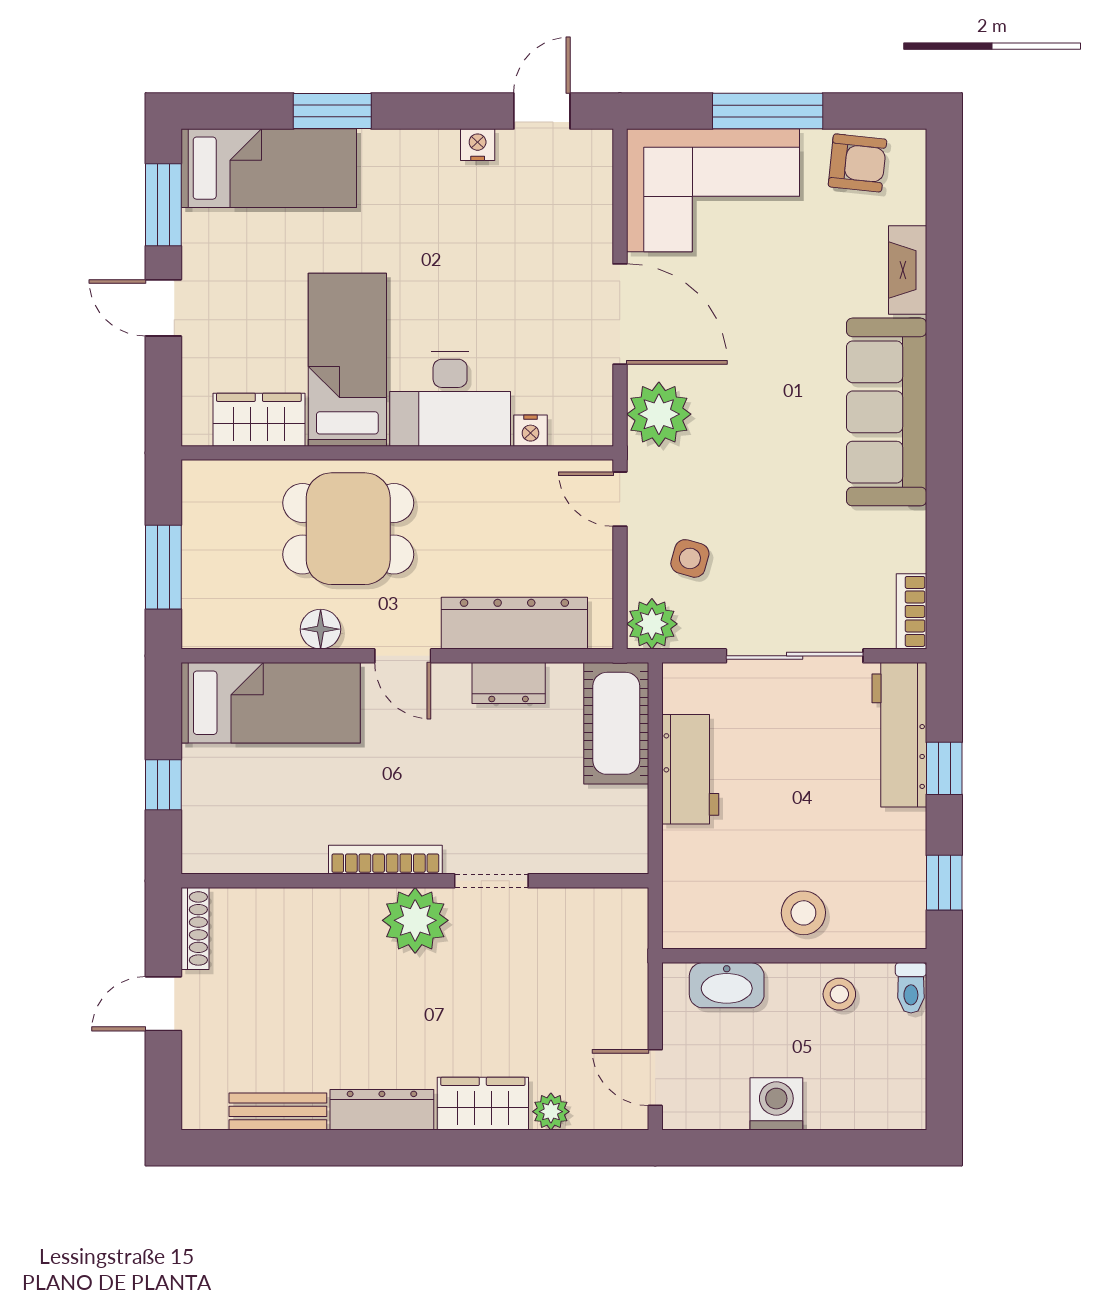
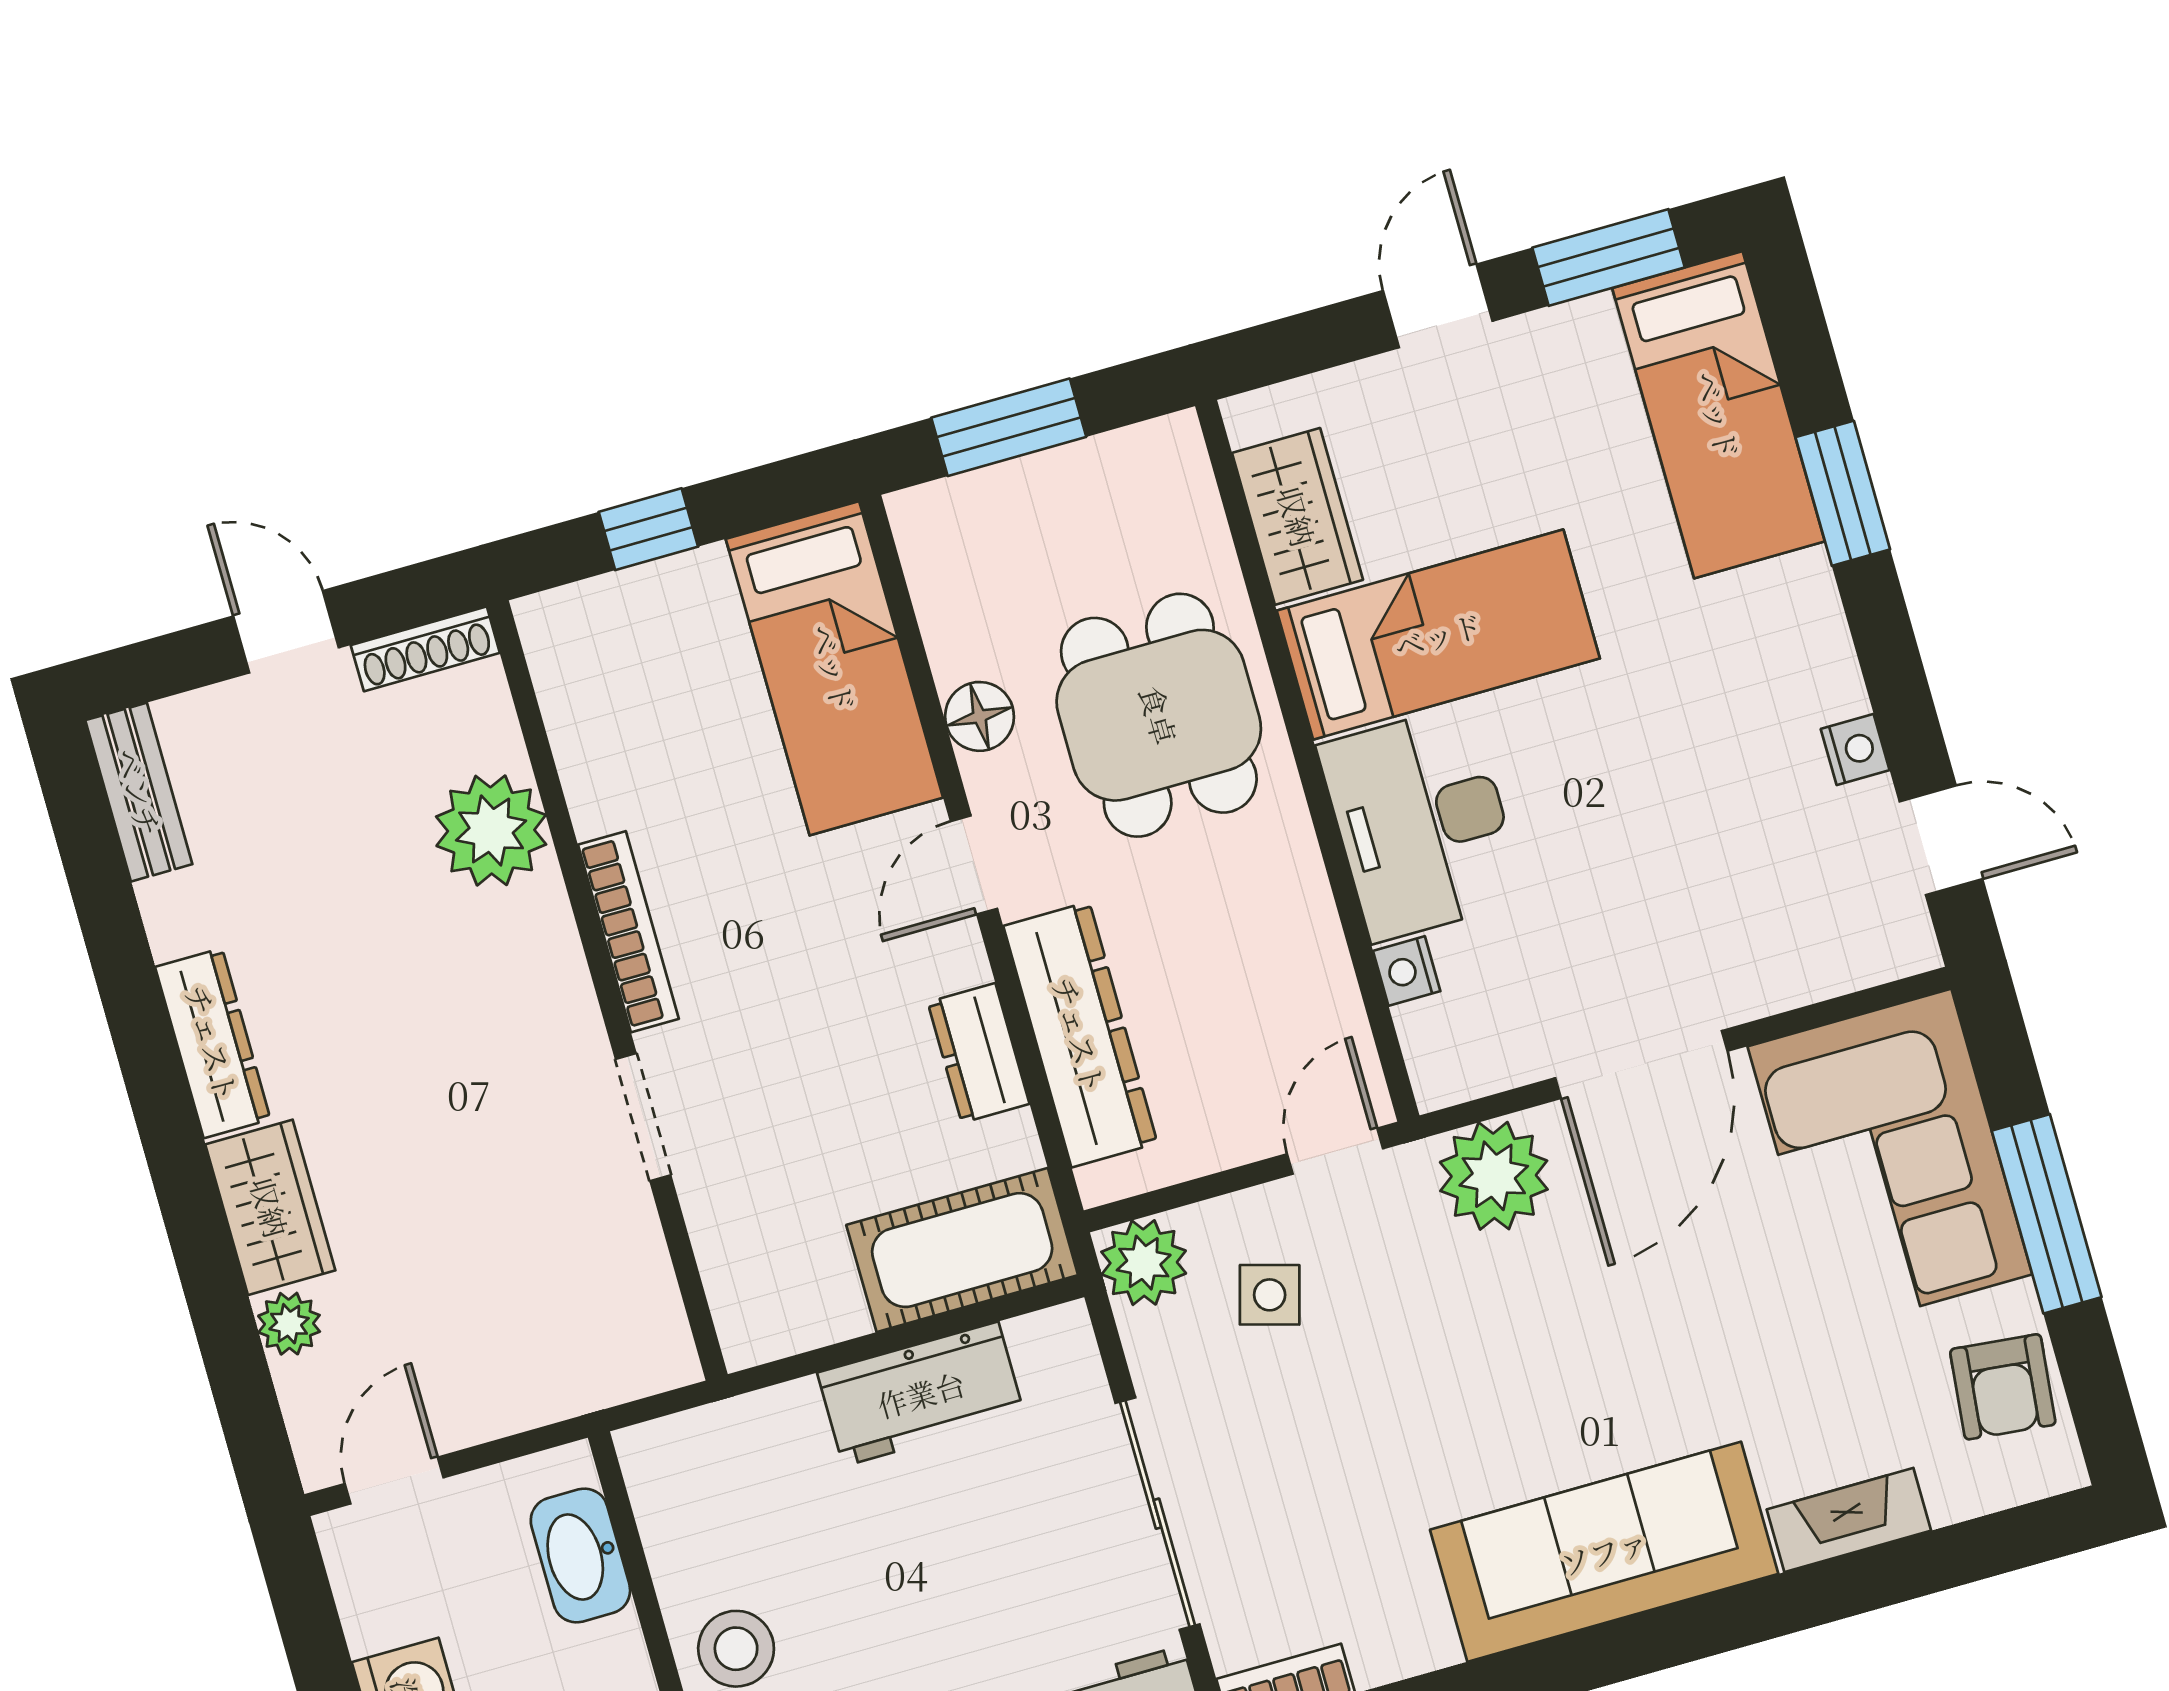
plant: (415, 920) -> (491, 830), moved
bench: (278, 1111) -> (139, 792), moved

